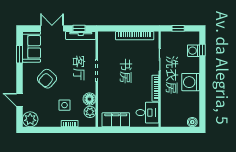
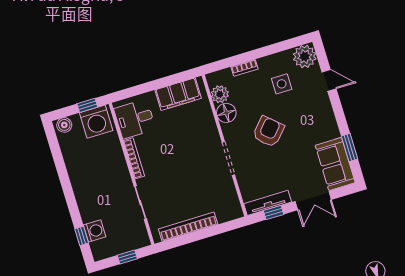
armchair: (47, 79) -> (268, 132), moved
washing machine: (191, 82) -> (96, 122), moved, turned 90
side table: (65, 105) -> (282, 84), moved
window: (174, 130) -> (87, 105), added

